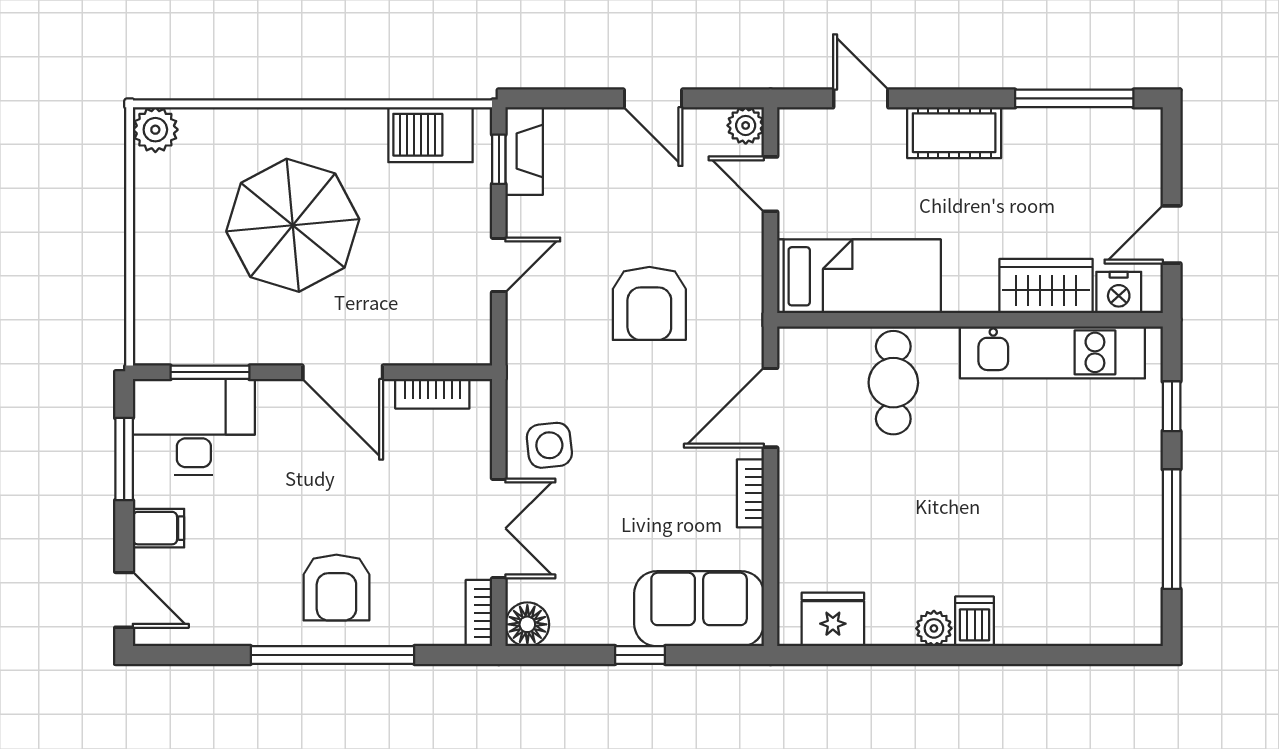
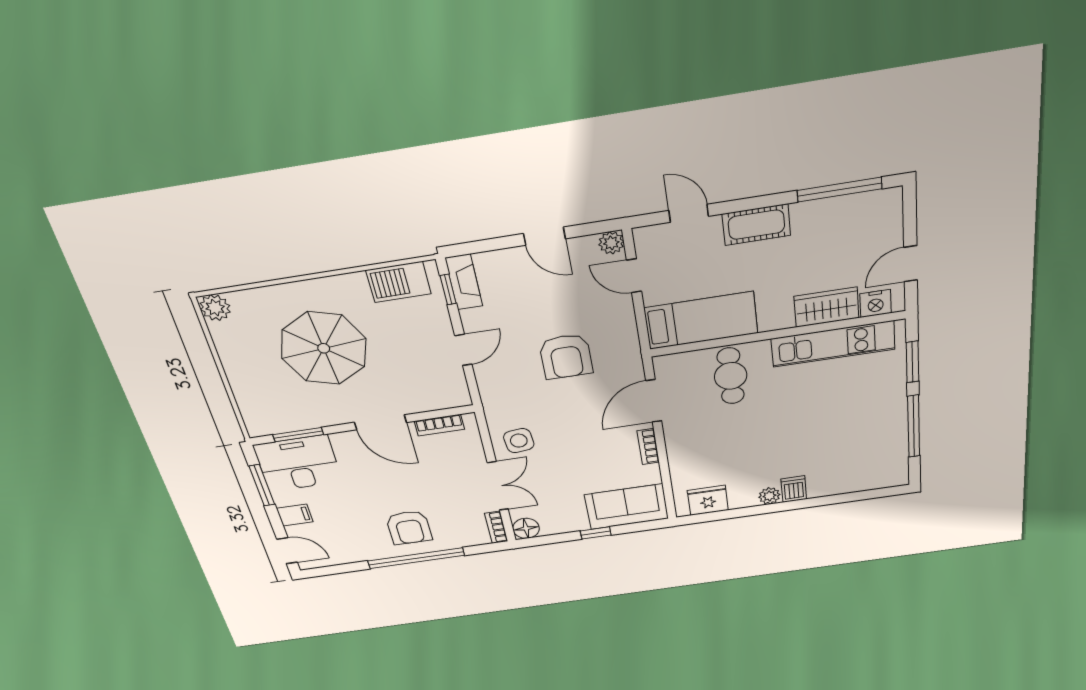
window: (1172, 406) -> (912, 362), width x1.50

